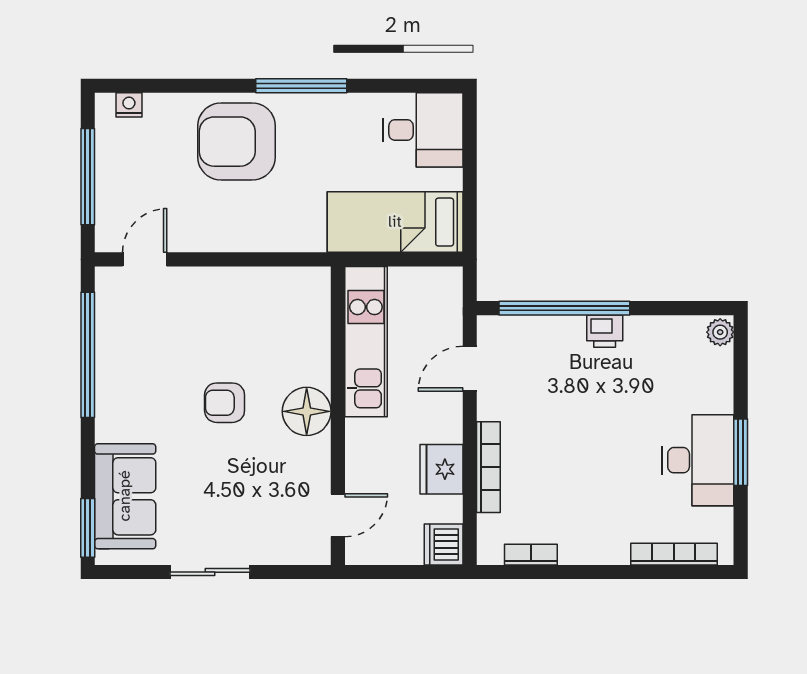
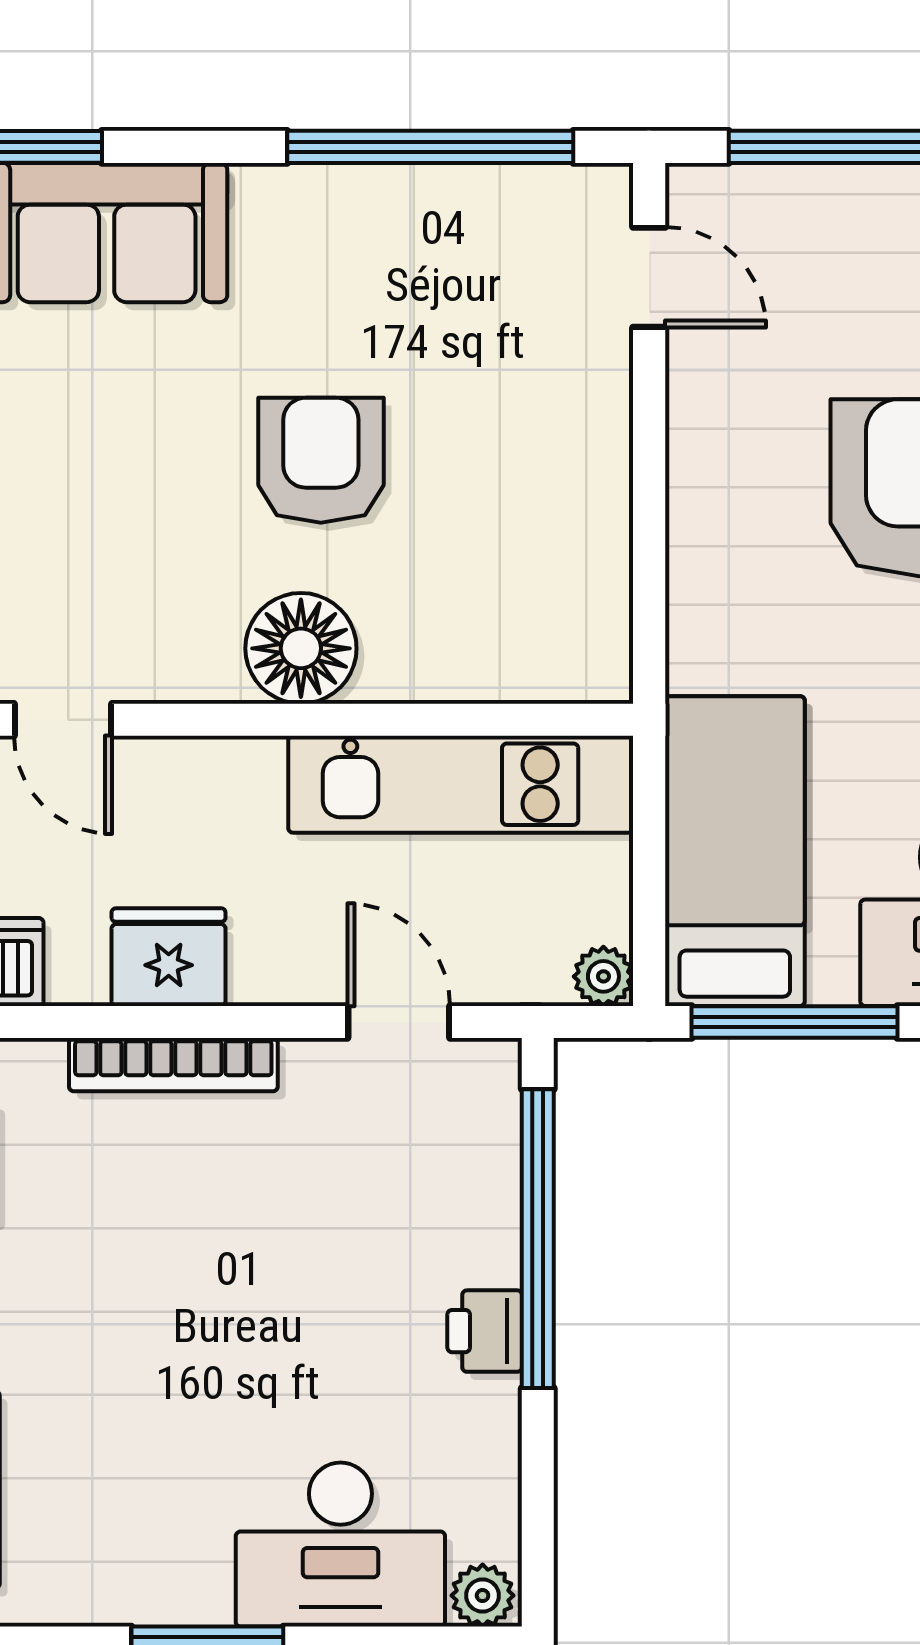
window: (470, 196) -> (794, 1022), added
plant: (450, 279) -> (603, 976), added
armchair: (225, 403) -> (321, 460), width x1.38, depth x1.38
desk: (698, 460) -> (340, 1545), moved

